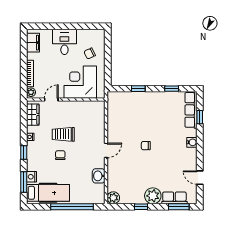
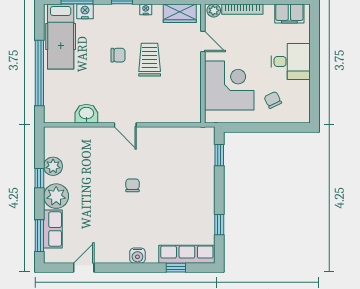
window: (138, 89) -> (219, 155), moved
plant: (113, 198) -> (53, 166), moved

